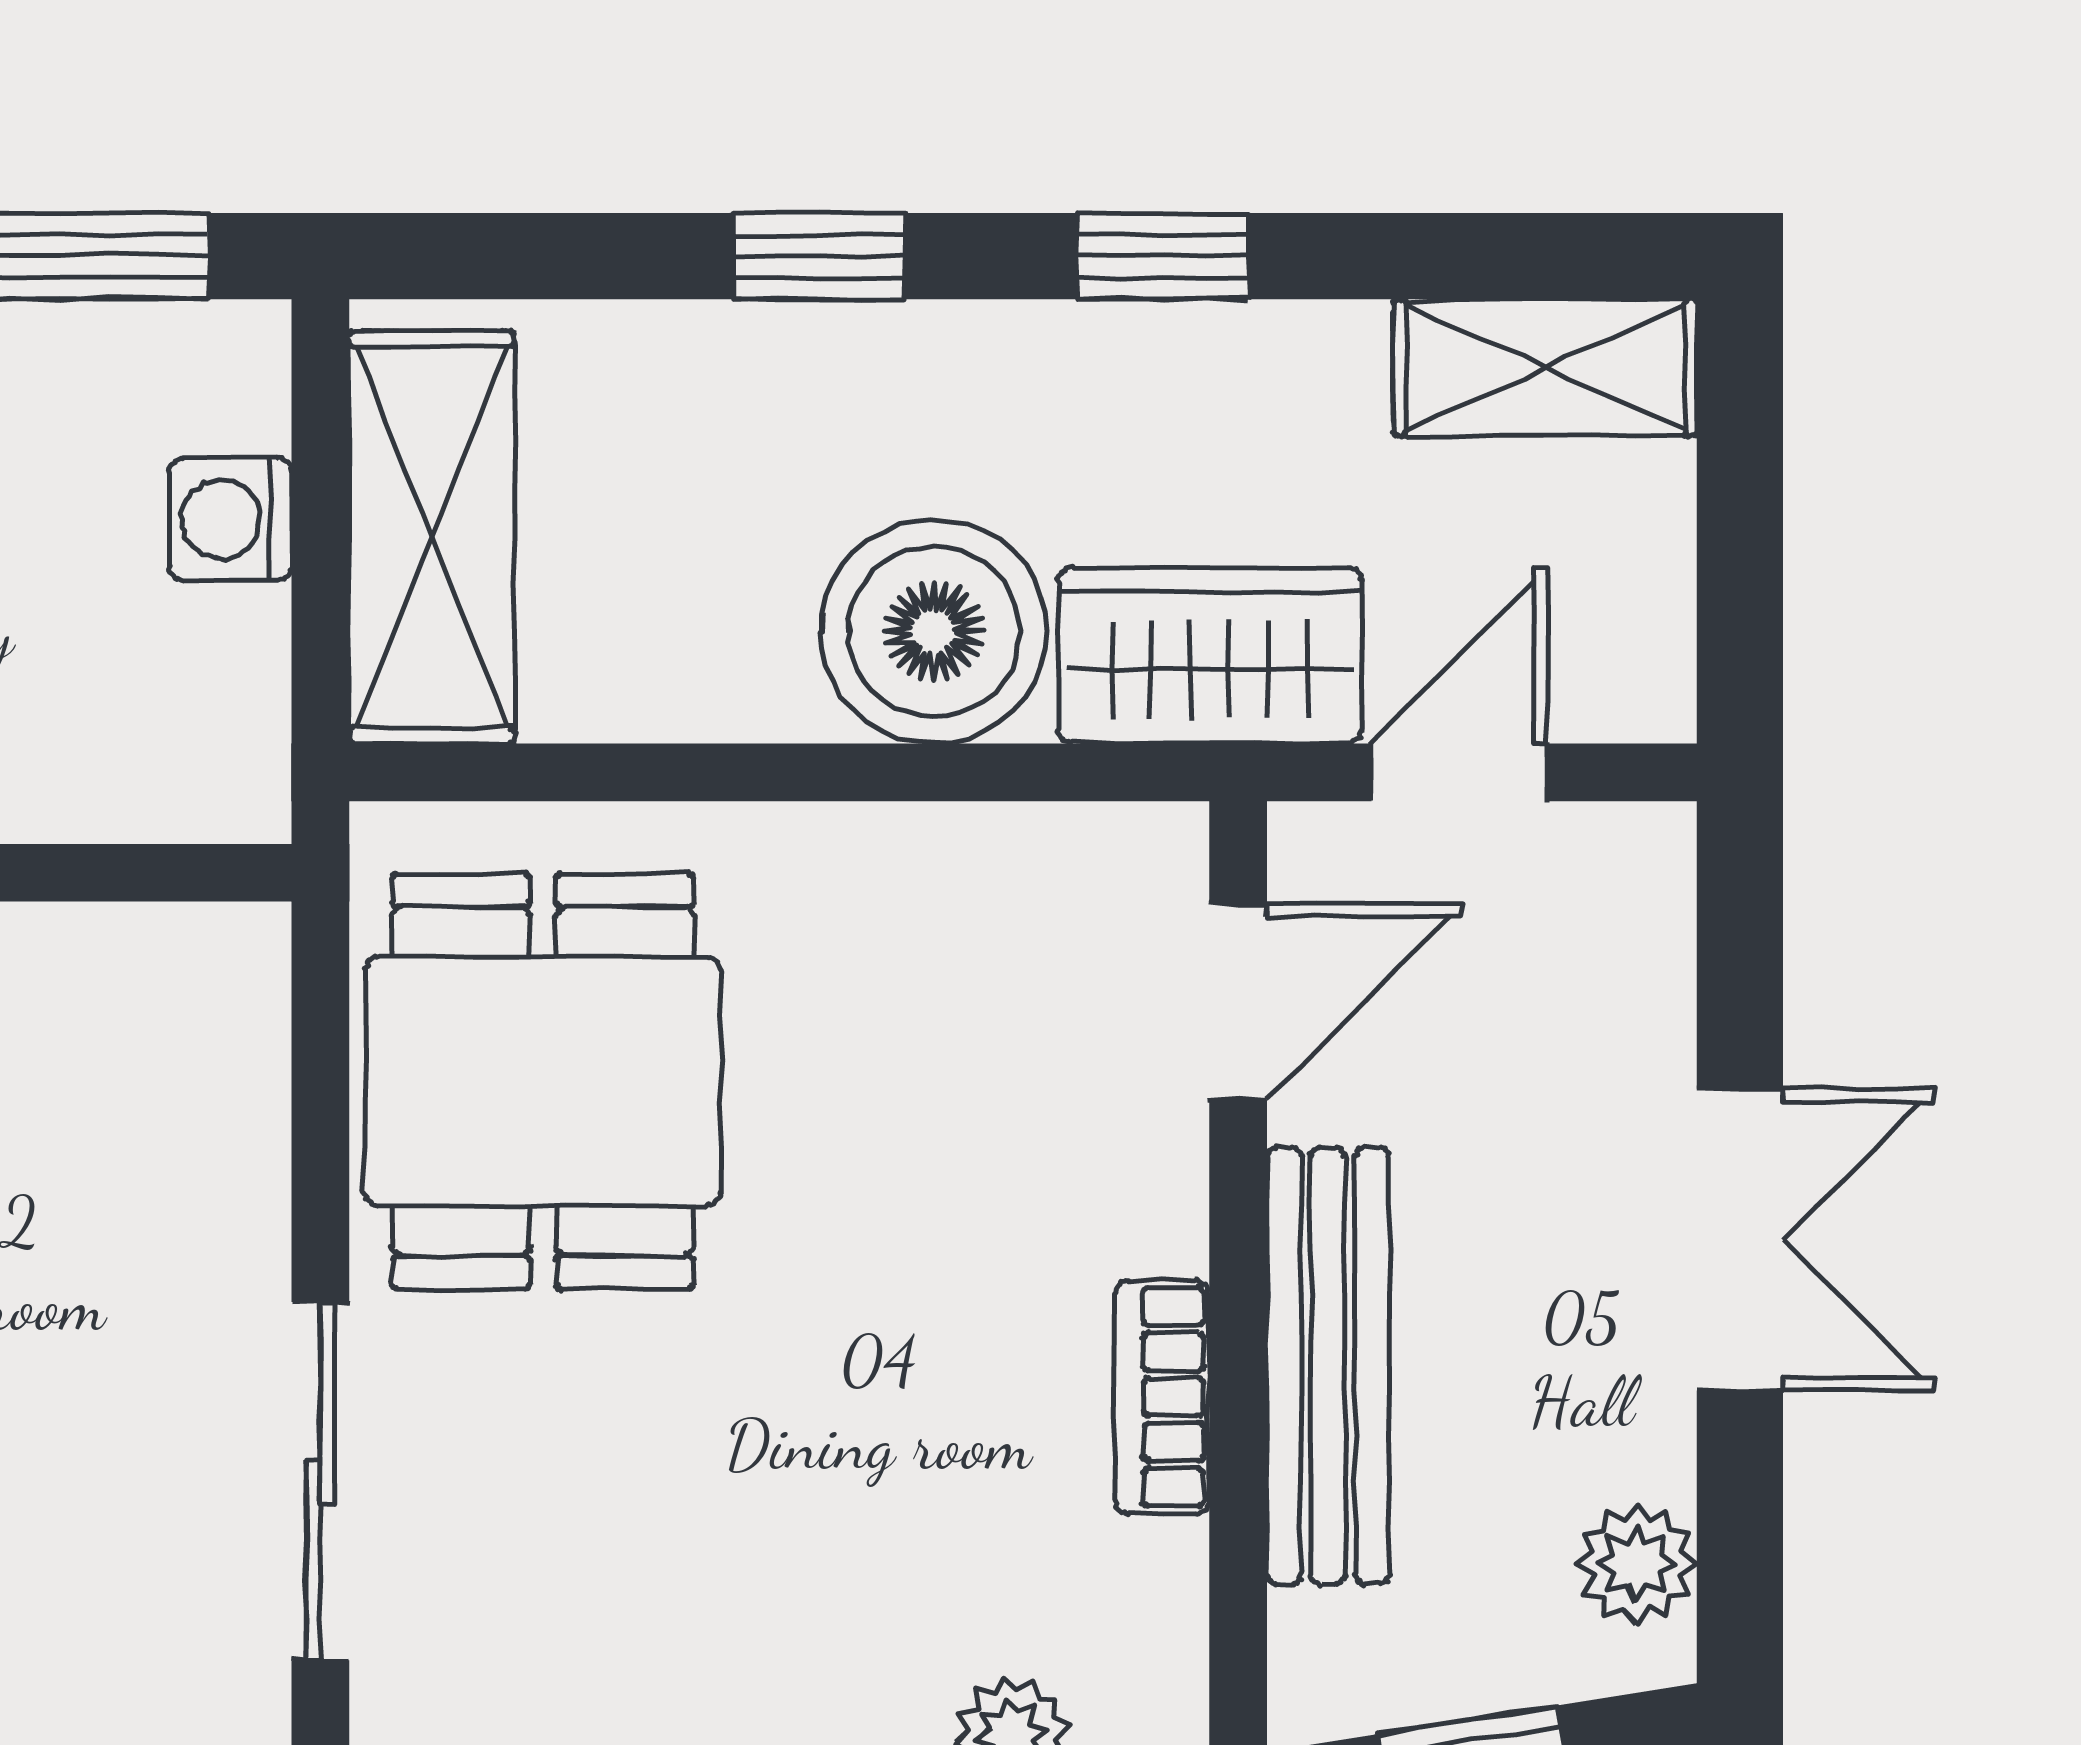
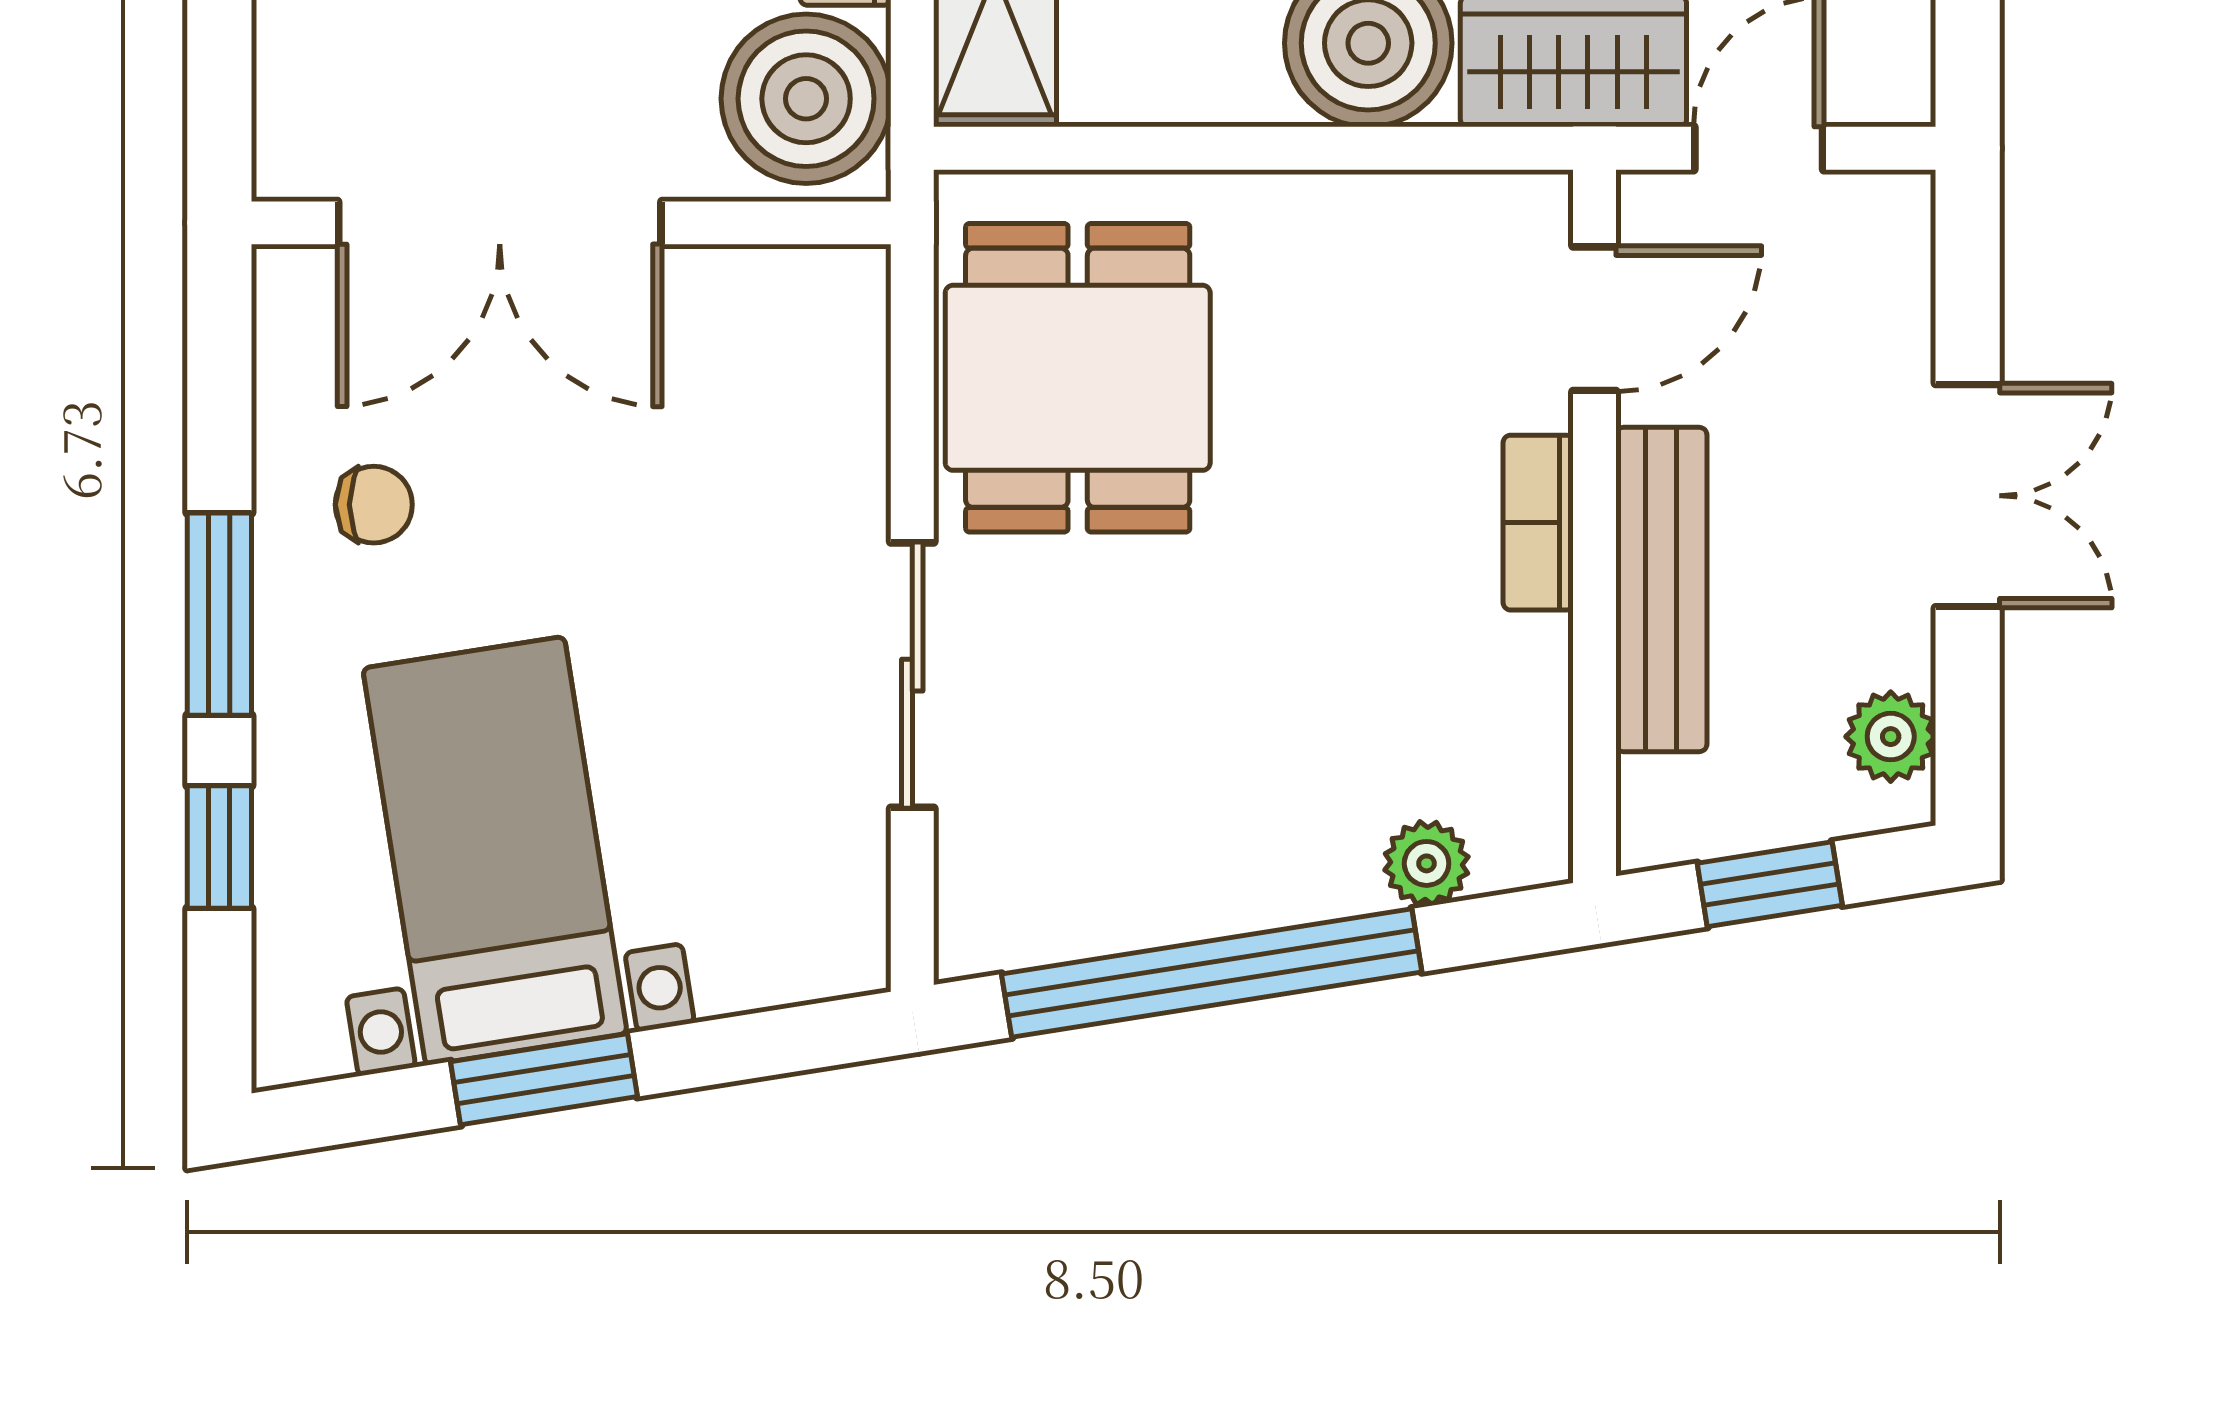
boiler: (178, 706) -> (806, 99), added
bookcase: (1162, 1397) -> (1538, 523), moved

